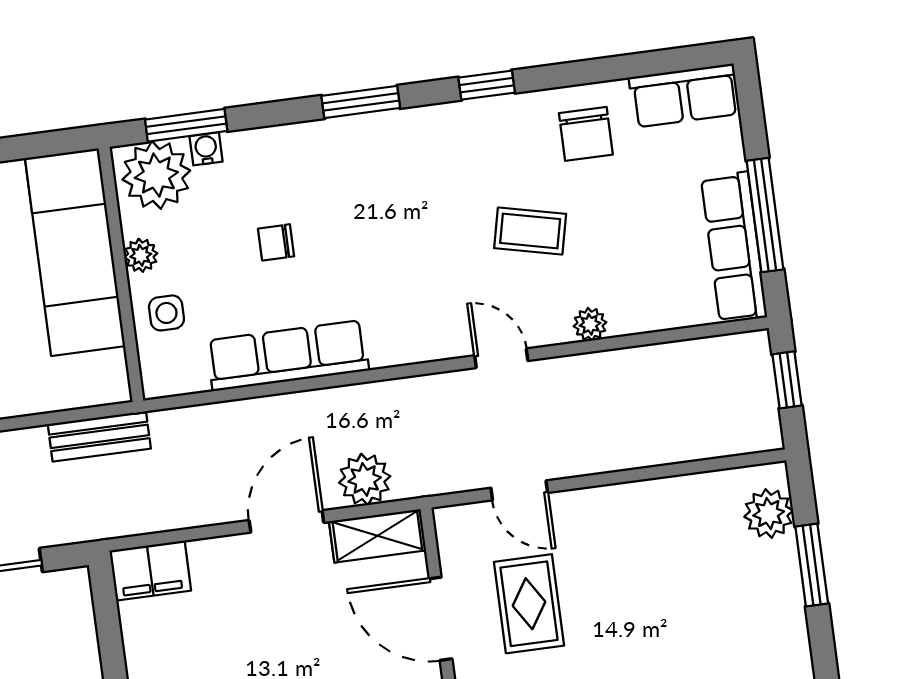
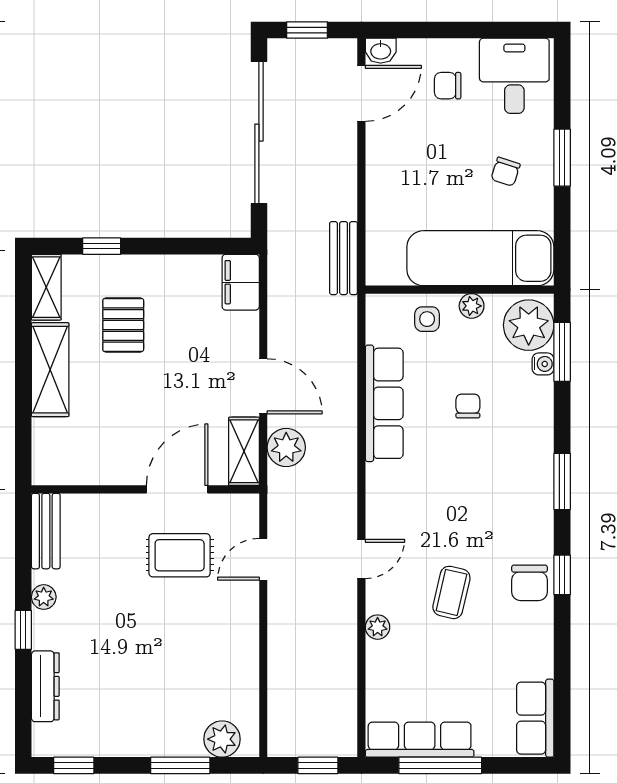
chair: (586, 134) -> (529, 583), moved, turned -90

